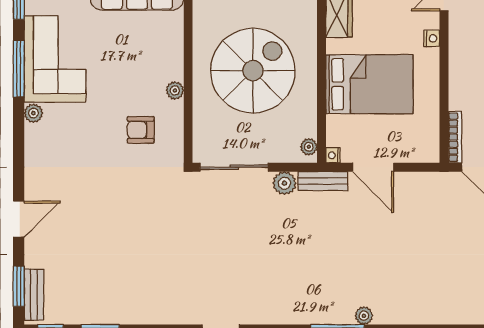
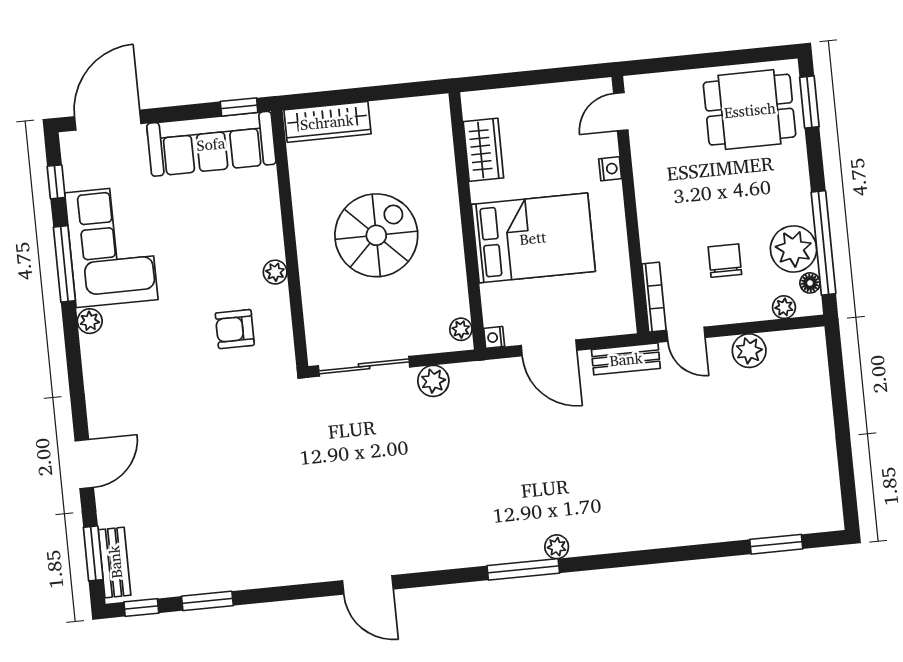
spiral stairs: (253, 71) -> (376, 235), width x0.73, depth x0.73
bench: (323, 181) -> (626, 359), moved

